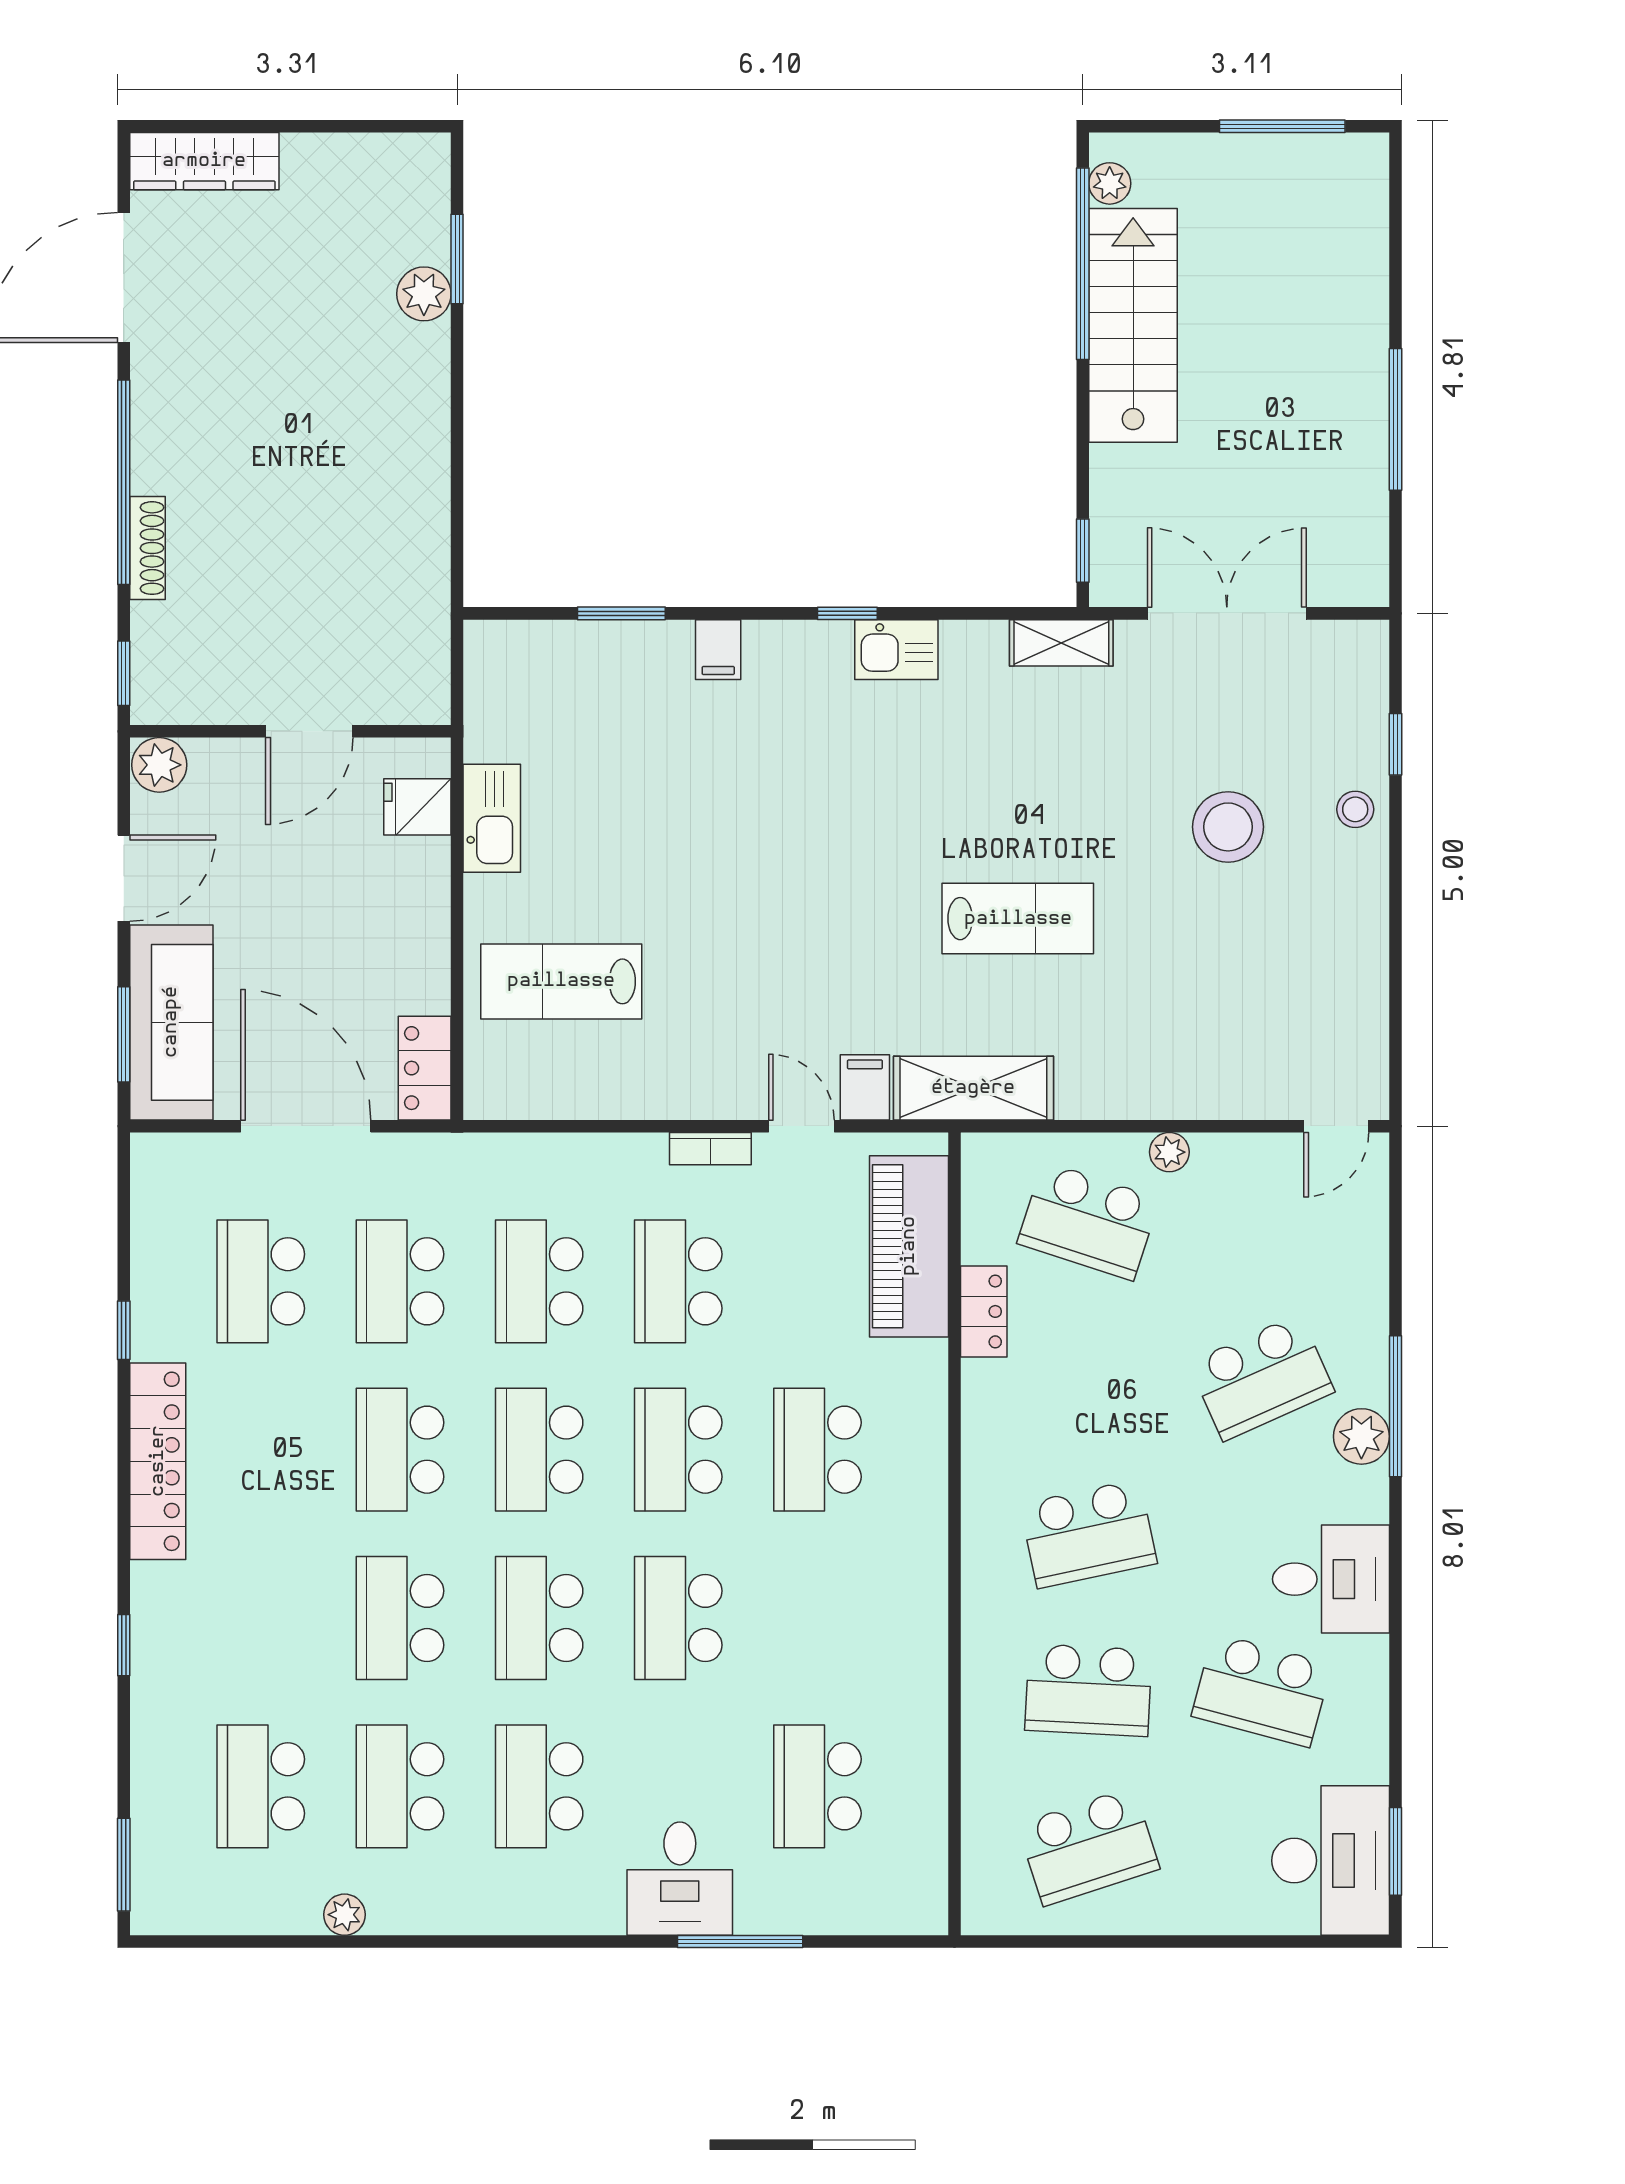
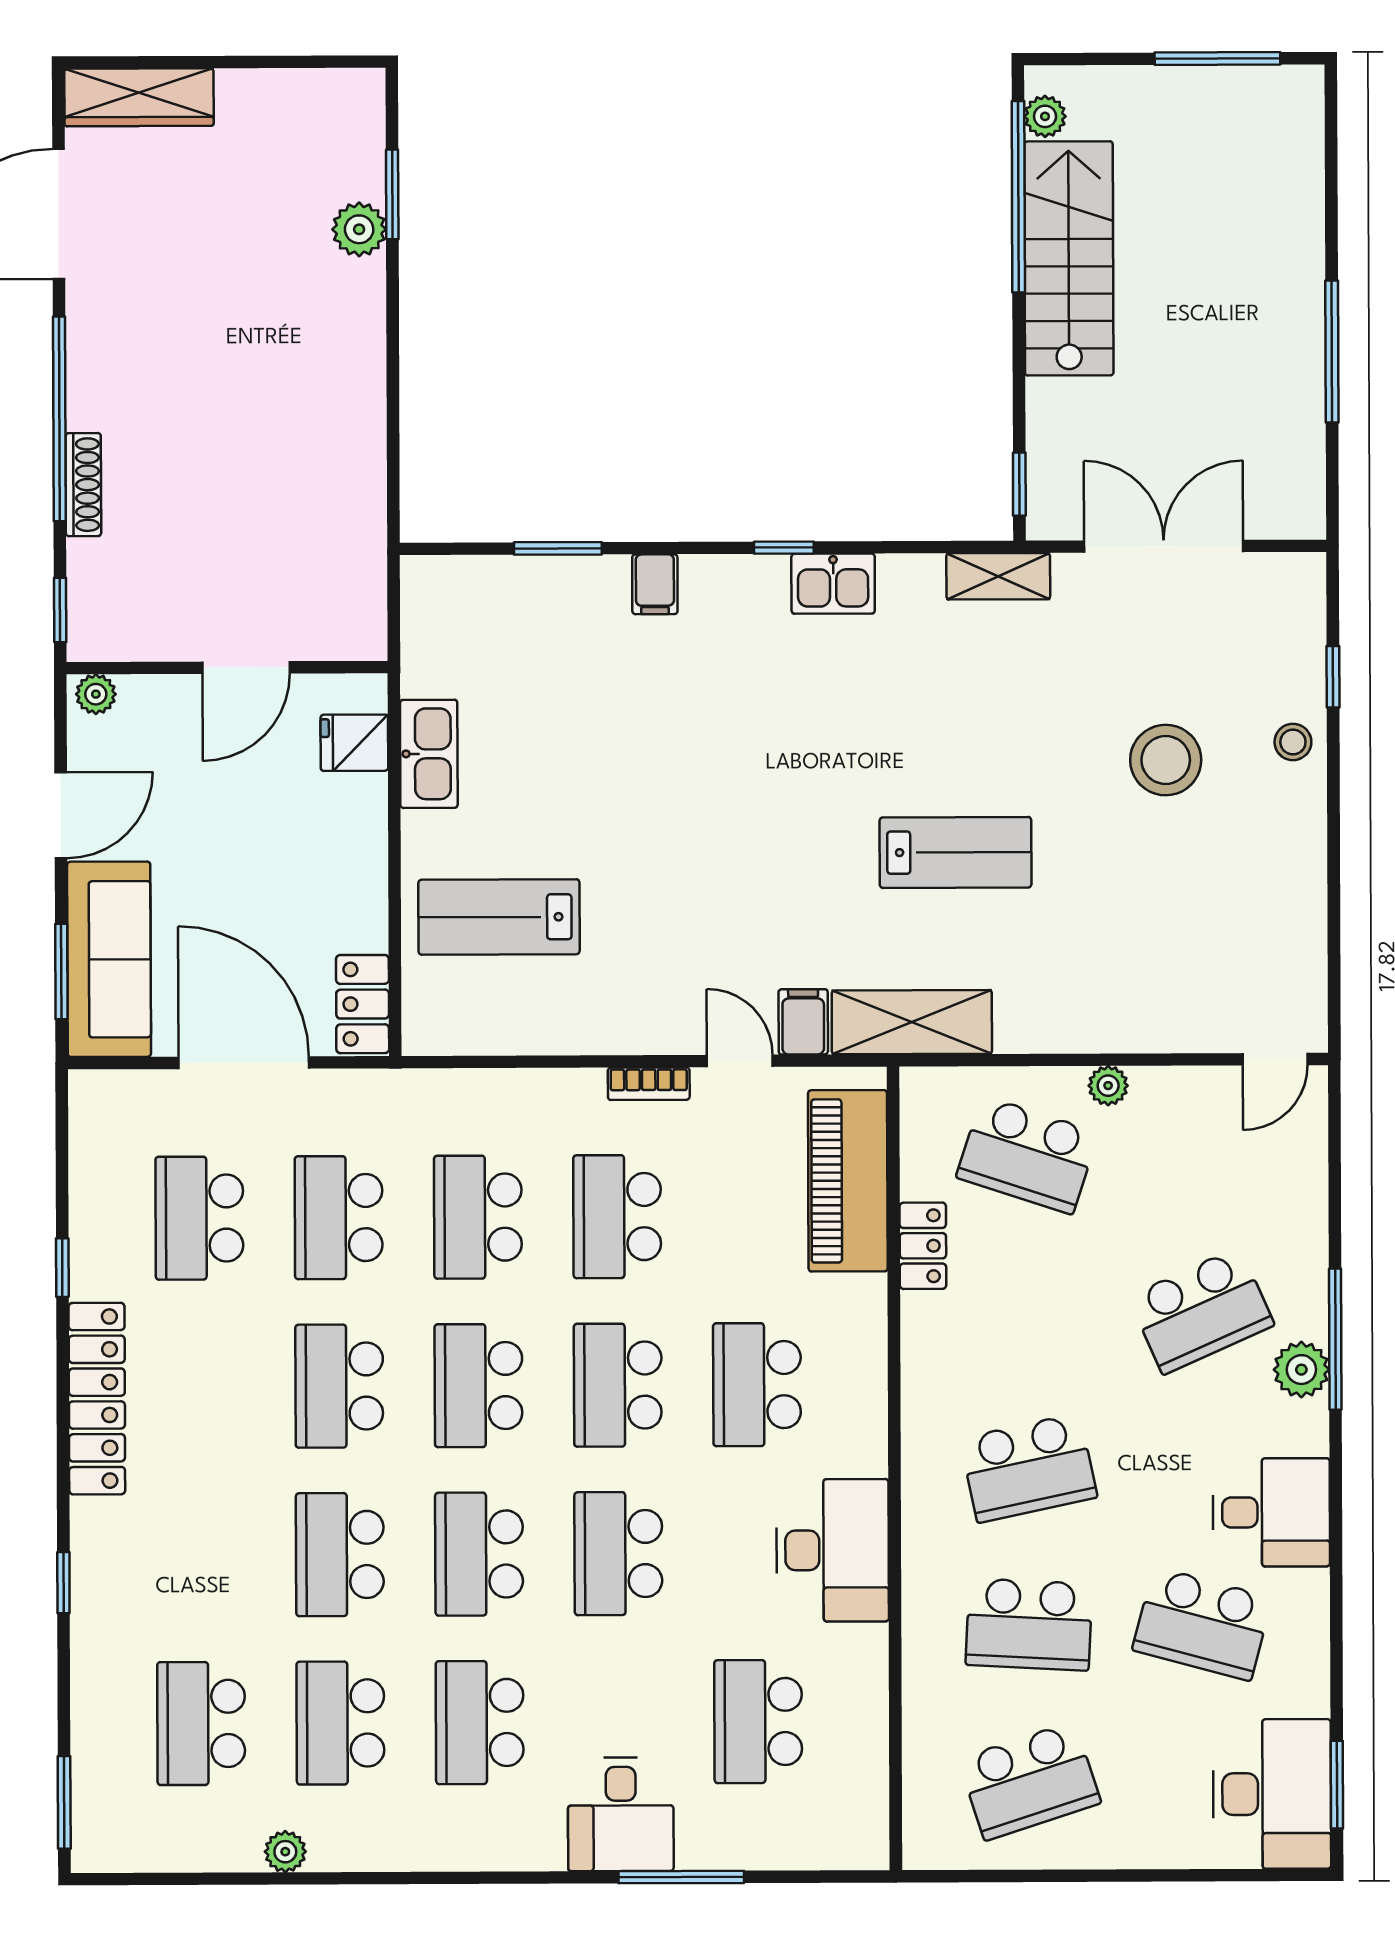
plant: (159, 765) -> (96, 694), width x0.73, depth x0.73
desk: (892, 1615) -> (833, 1550), added

